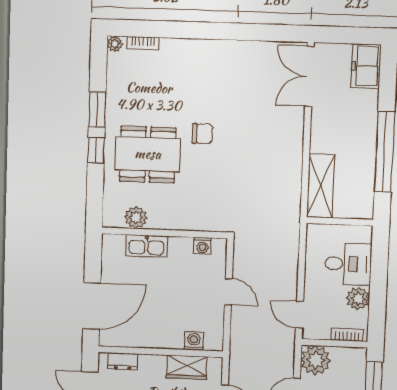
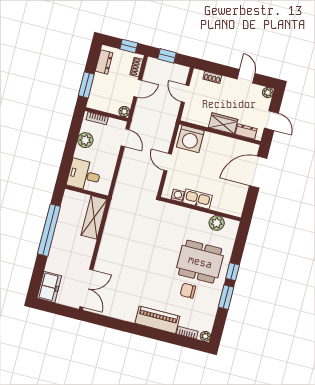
piano: (192, 53) -> (157, 320), added
chair: (202, 134) -> (188, 291), moved
kitchen sink: (147, 246) -> (198, 199), moved
desk: (348, 264) -> (84, 175), moved
washing machine: (194, 341) -> (190, 139), width x1.89, depth x1.89
plant: (316, 360) -> (124, 111), width x0.53, depth x0.53
wardrobe: (187, 367) -> (223, 123), moved

